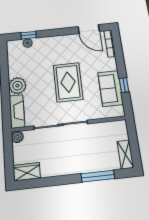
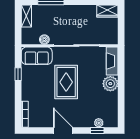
door: (89, 29) -> (63, 130), moved
sofa: (110, 88) -> (37, 56), moved, turned 90
boiler: (17, 137) -> (44, 40), moved

